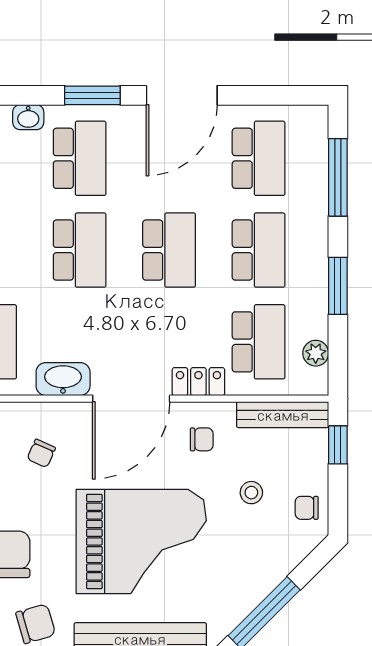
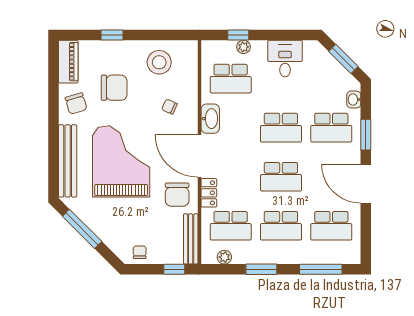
chair: (202, 439) -> (177, 195), width x1.87, depth x1.87
stool: (251, 493) -> (148, 222), removed
grand piano: (141, 542) -> (121, 161), turned 180

